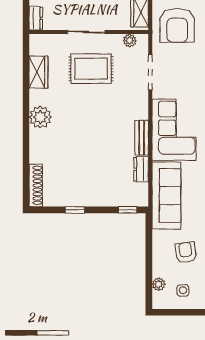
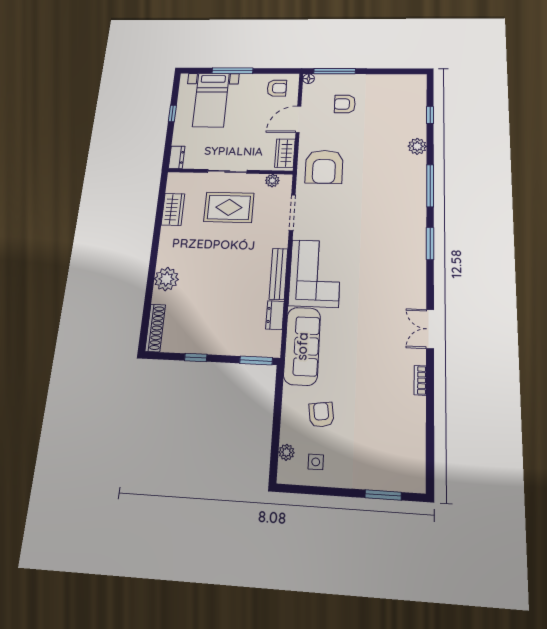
plant: (40, 117) -> (166, 279), moved
bench: (142, 138) -> (278, 274), width x1.36
window: (128, 210) -> (256, 360), width x1.50

